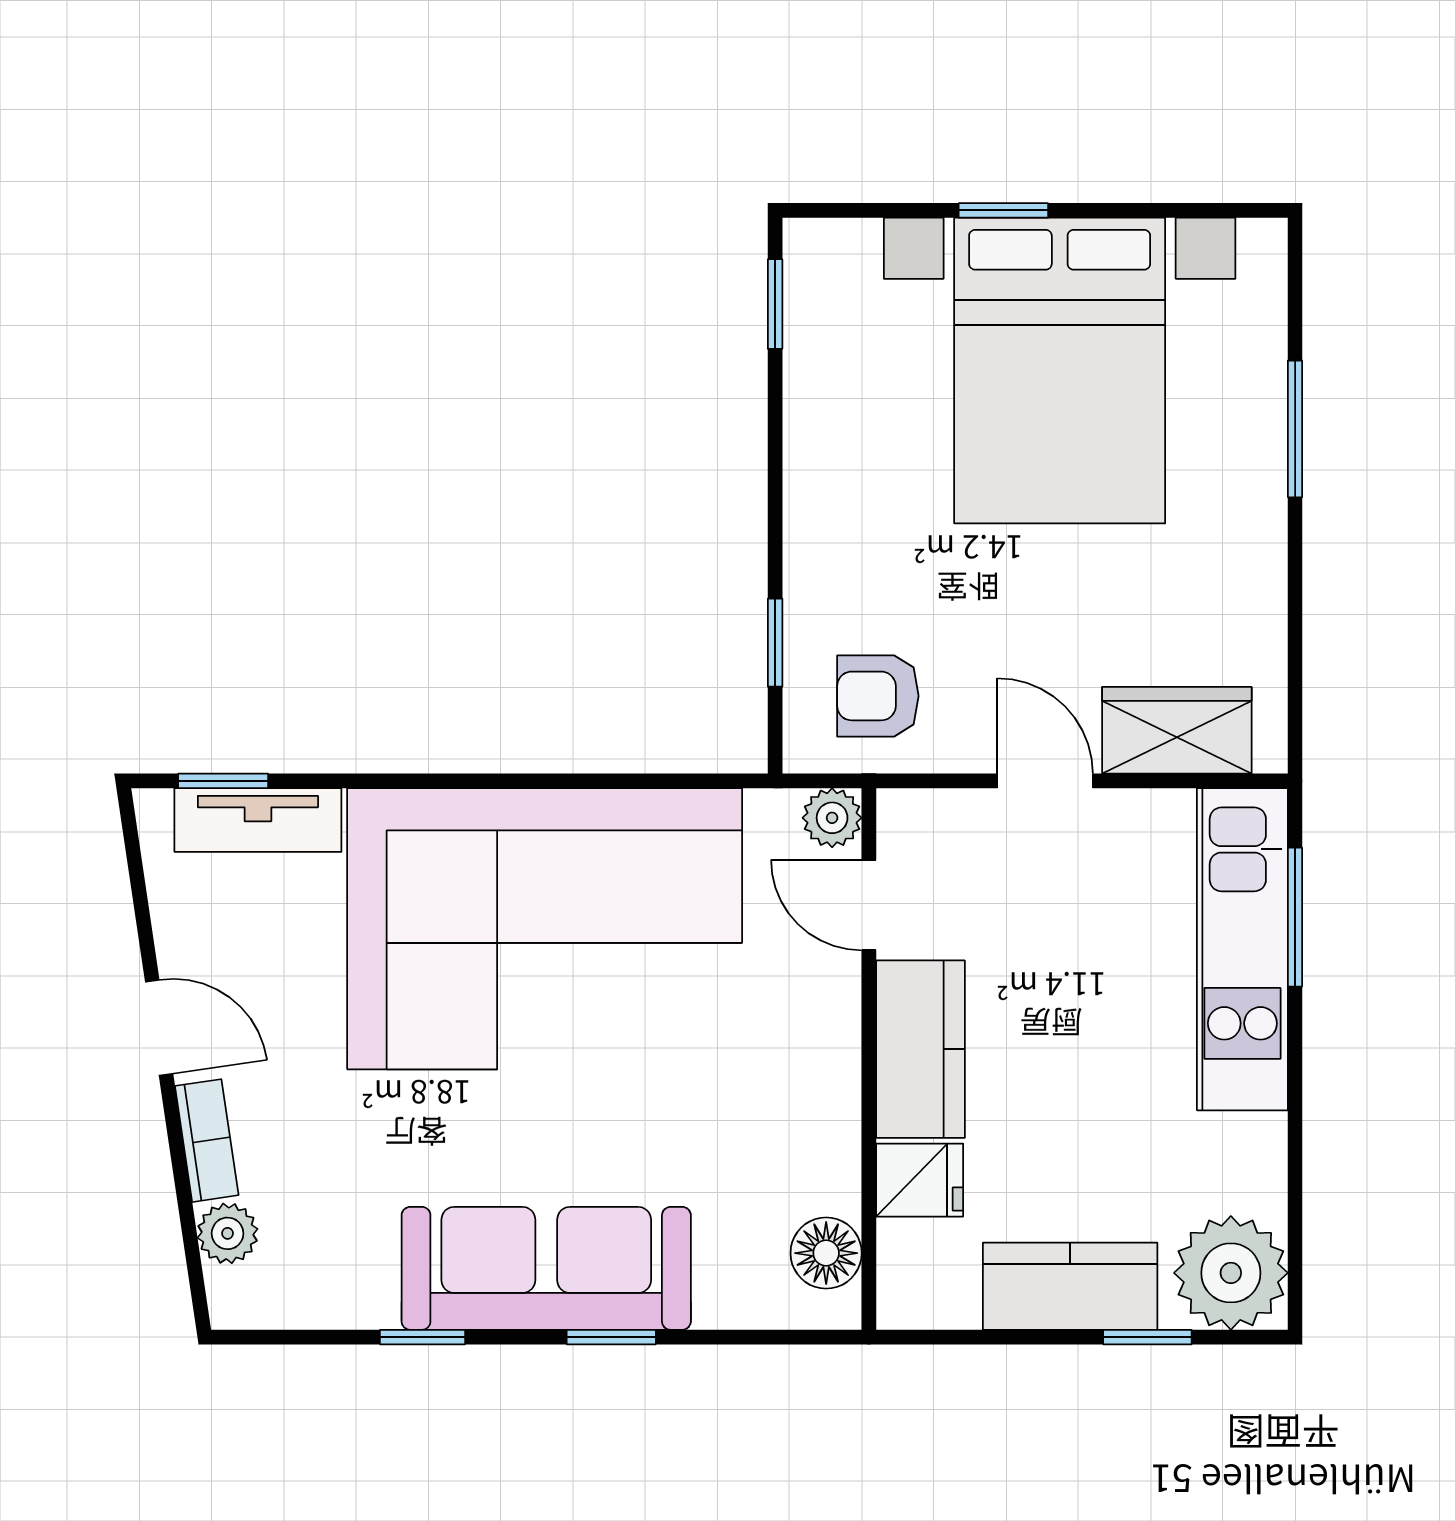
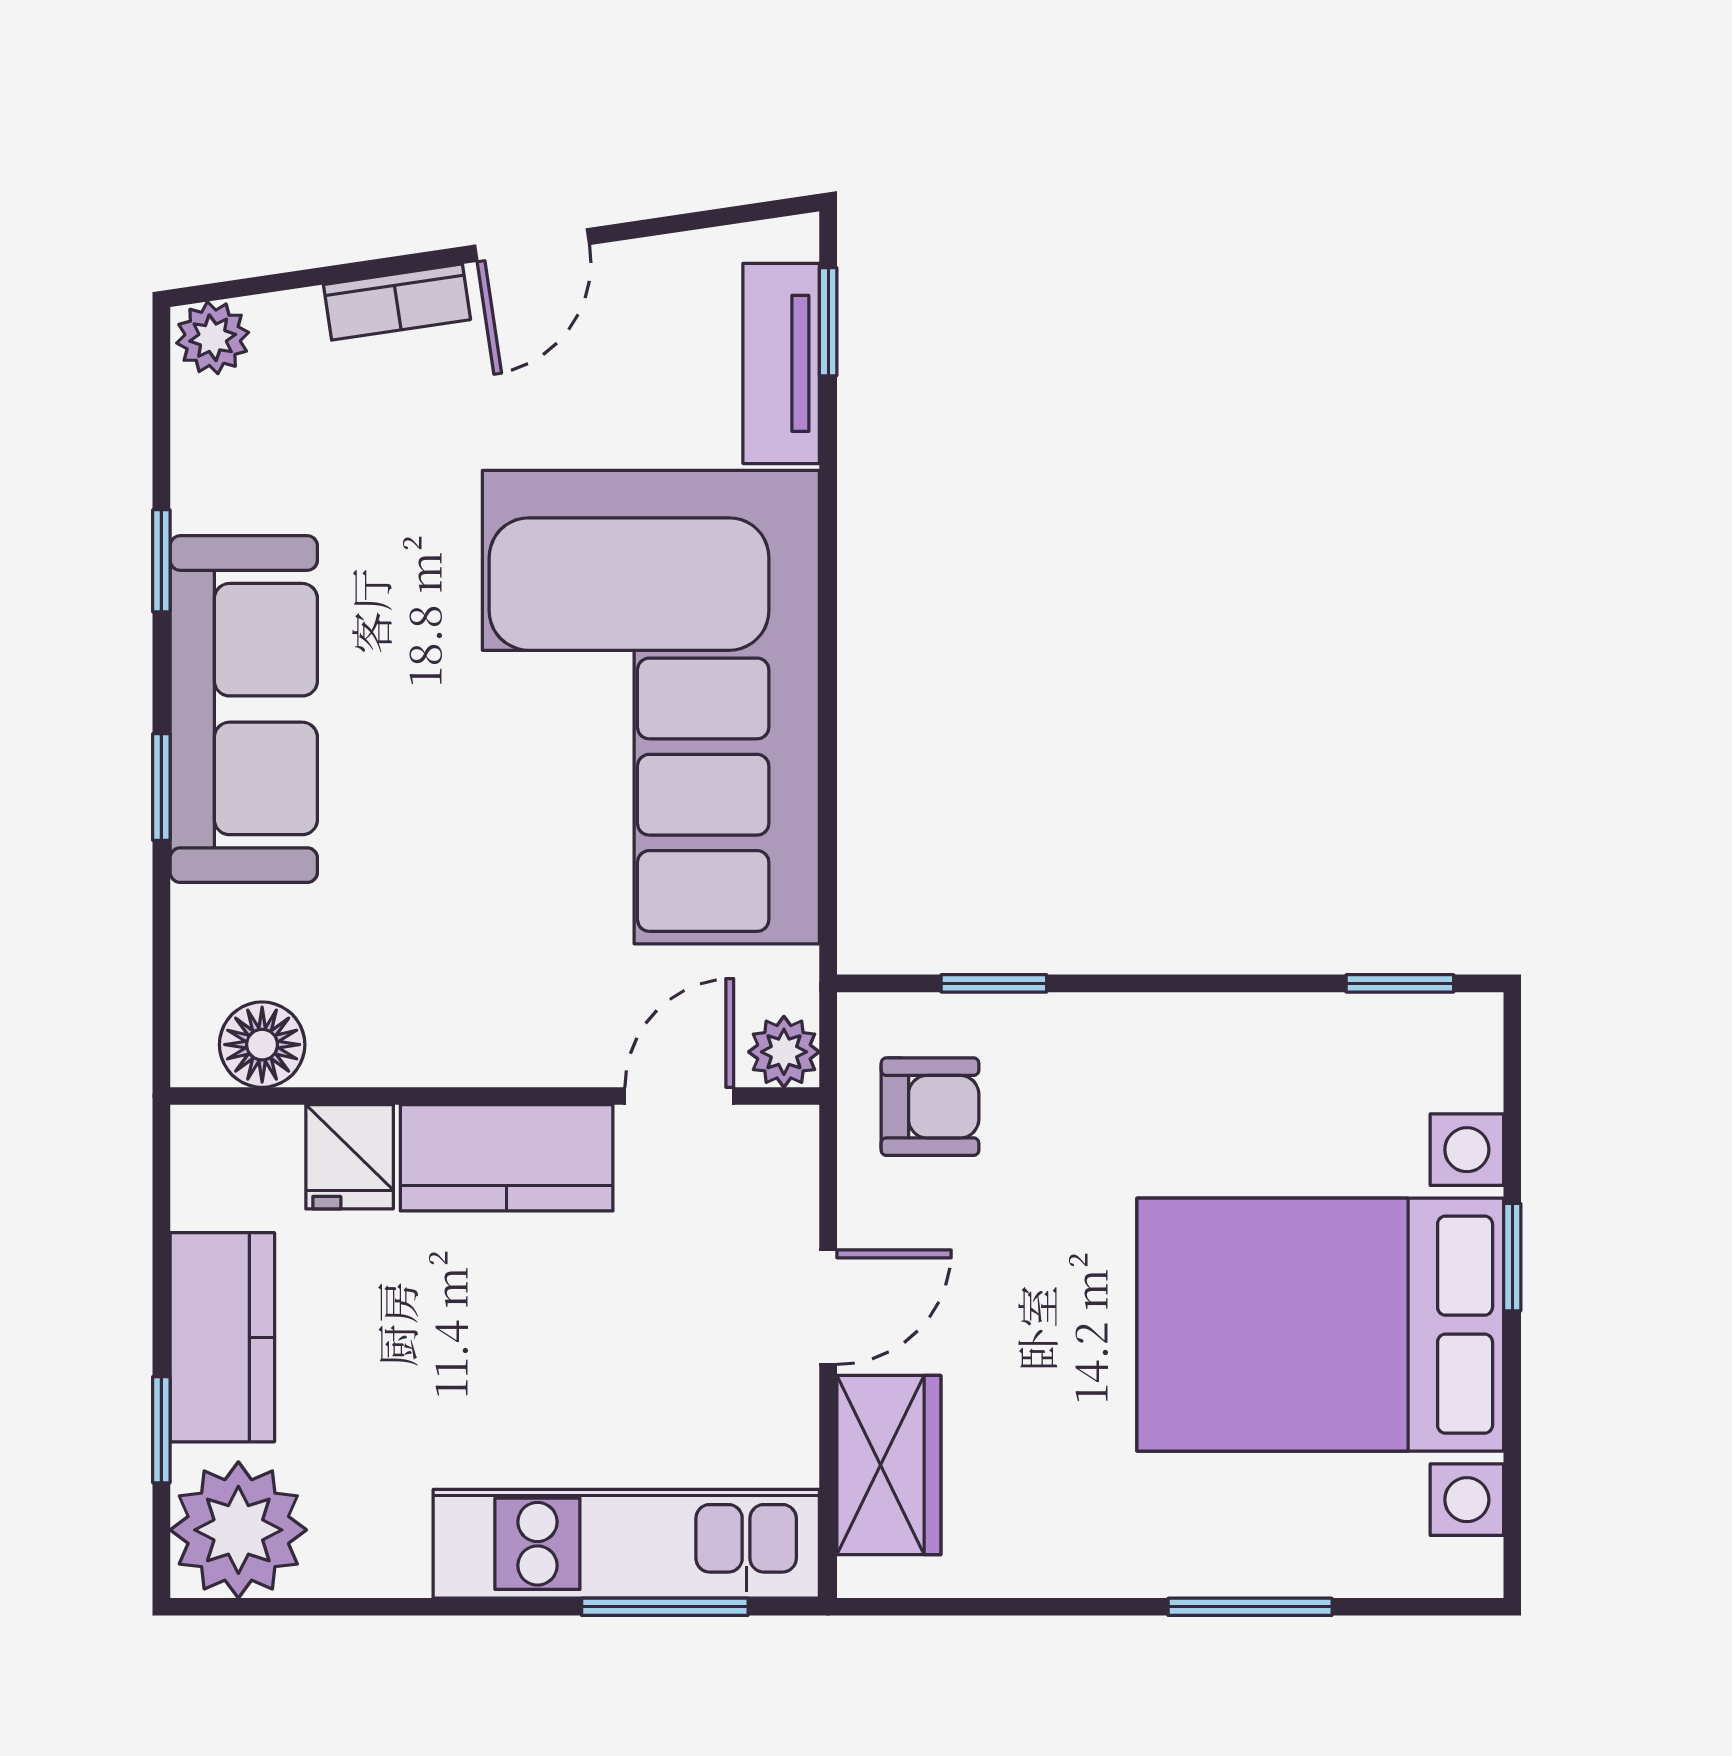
armchair: (878, 696) -> (930, 1107), turned 90
plant: (228, 1233) -> (213, 338), moved

